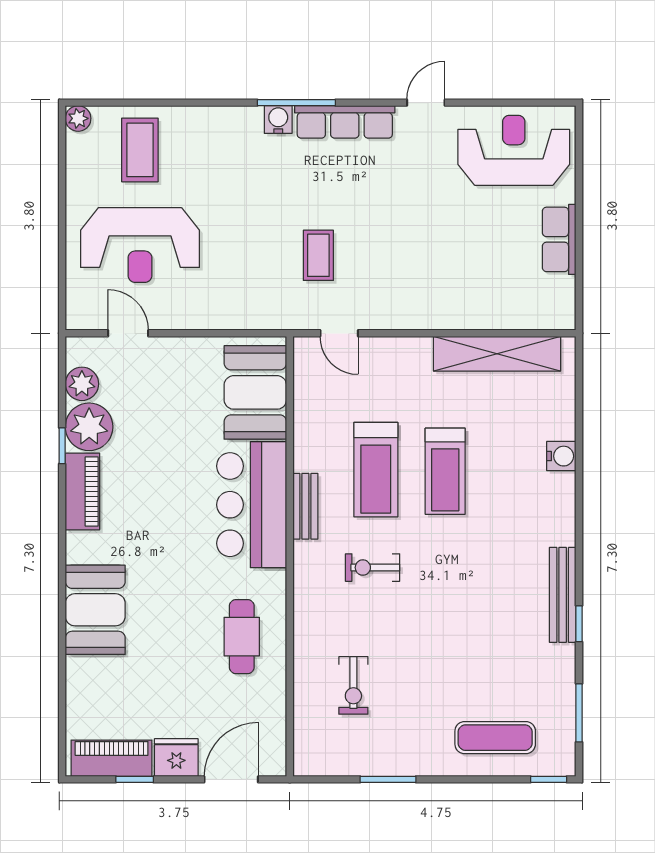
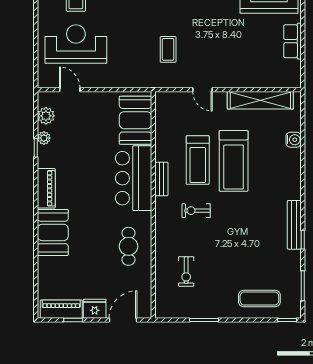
reception desk: (140, 245) -> (76, 44), turned 180
door: (339, 333) -> (202, 90), moved
plant: (89, 427) -> (44, 138), width x0.53, depth x0.53
water cooler: (561, 456) -> (294, 140), moved
treadmill: (445, 471) -> (234, 161), width x1.37, depth x1.38
piano: (82, 491) -> (46, 188), moved

